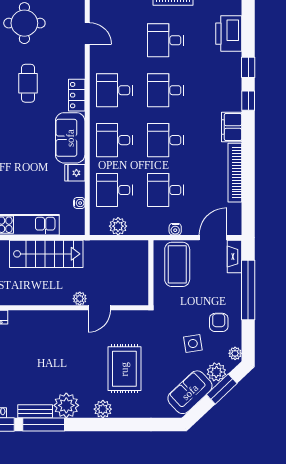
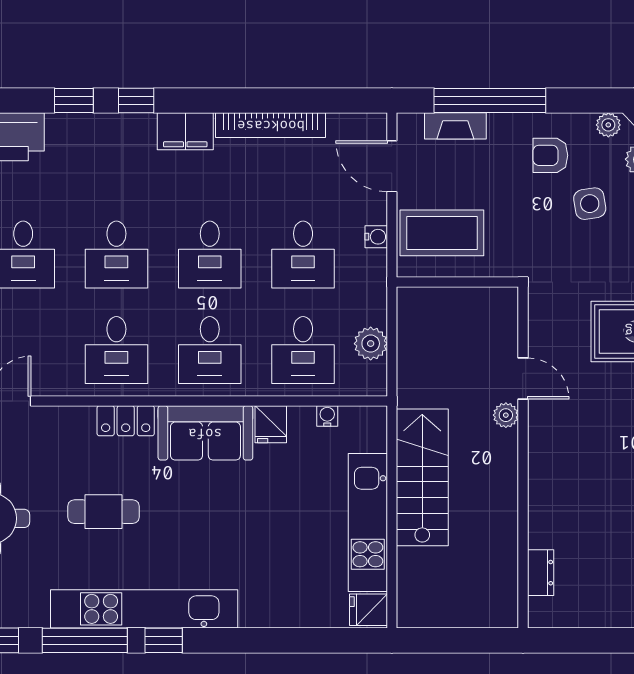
fireplace: (234, 257) -> (455, 126), moved

